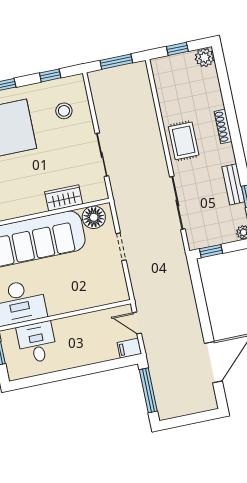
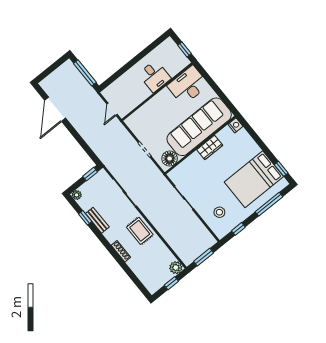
plant: (205, 58) -> (176, 268), moved
wardrobe: (64, 198) -> (210, 147), moved
door: (137, 323) -> (112, 109), swing flipped
desk: (37, 342) -> (154, 76), moved
filing cabinet: (129, 348) -> (109, 92), removed

